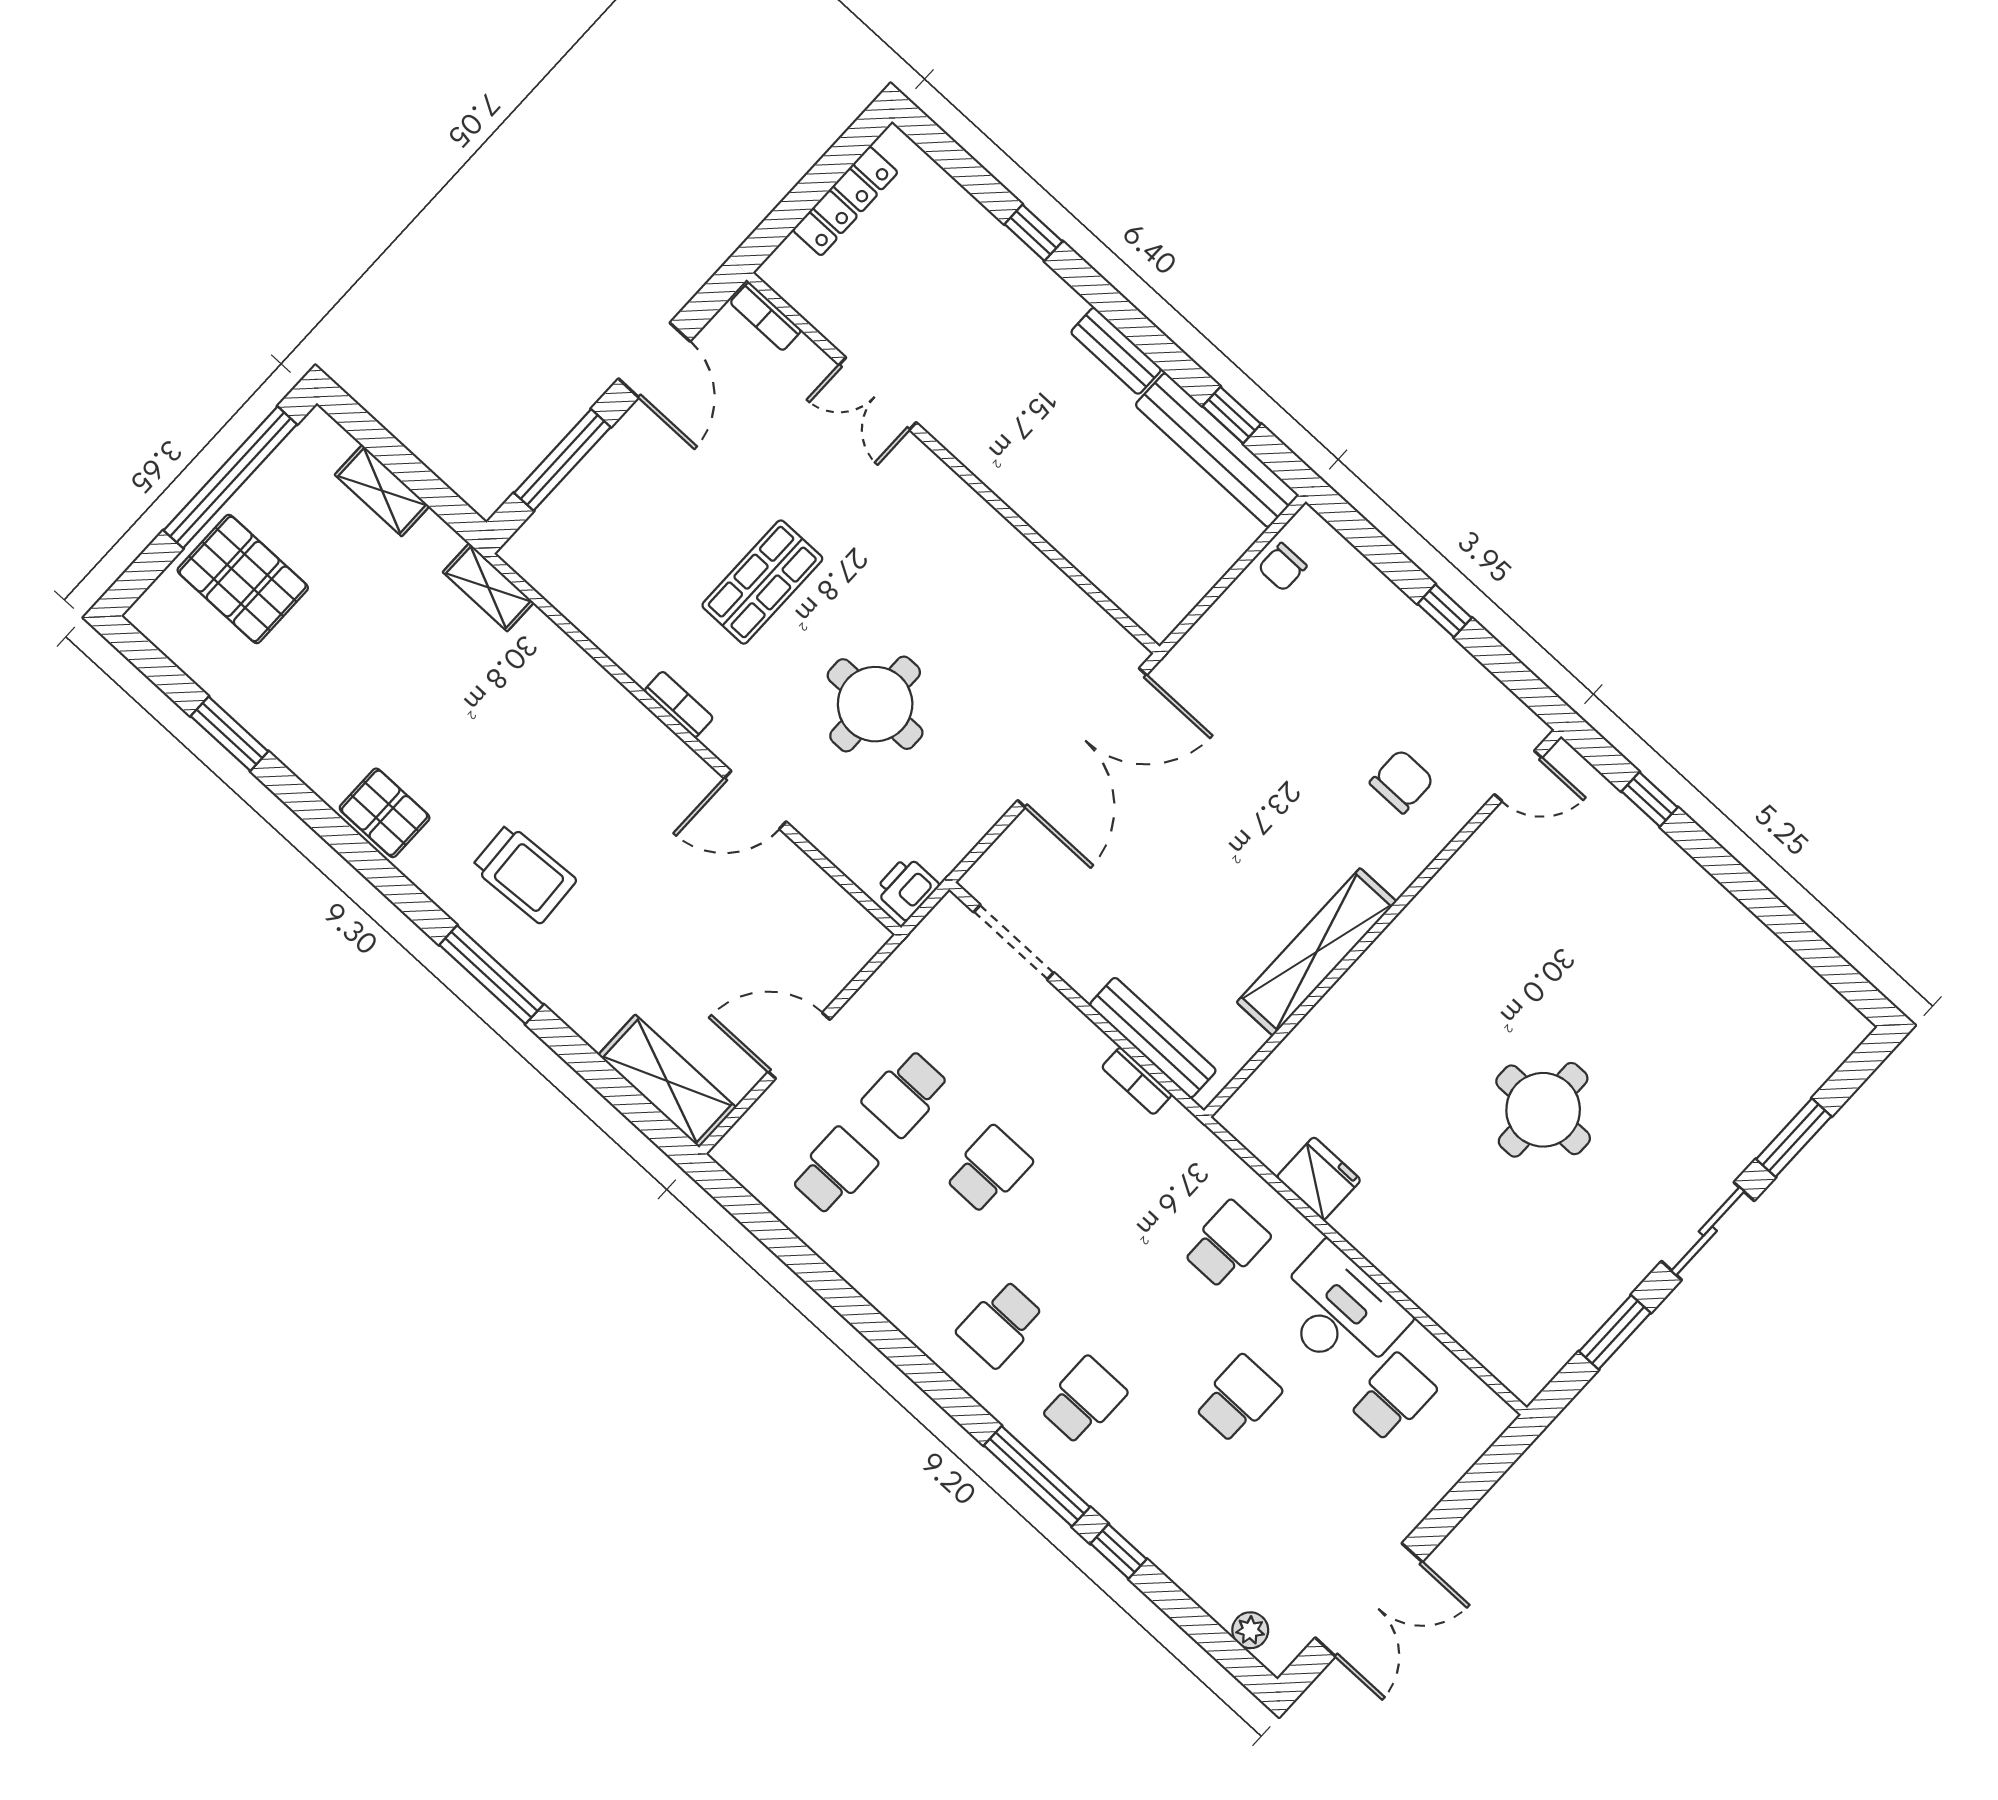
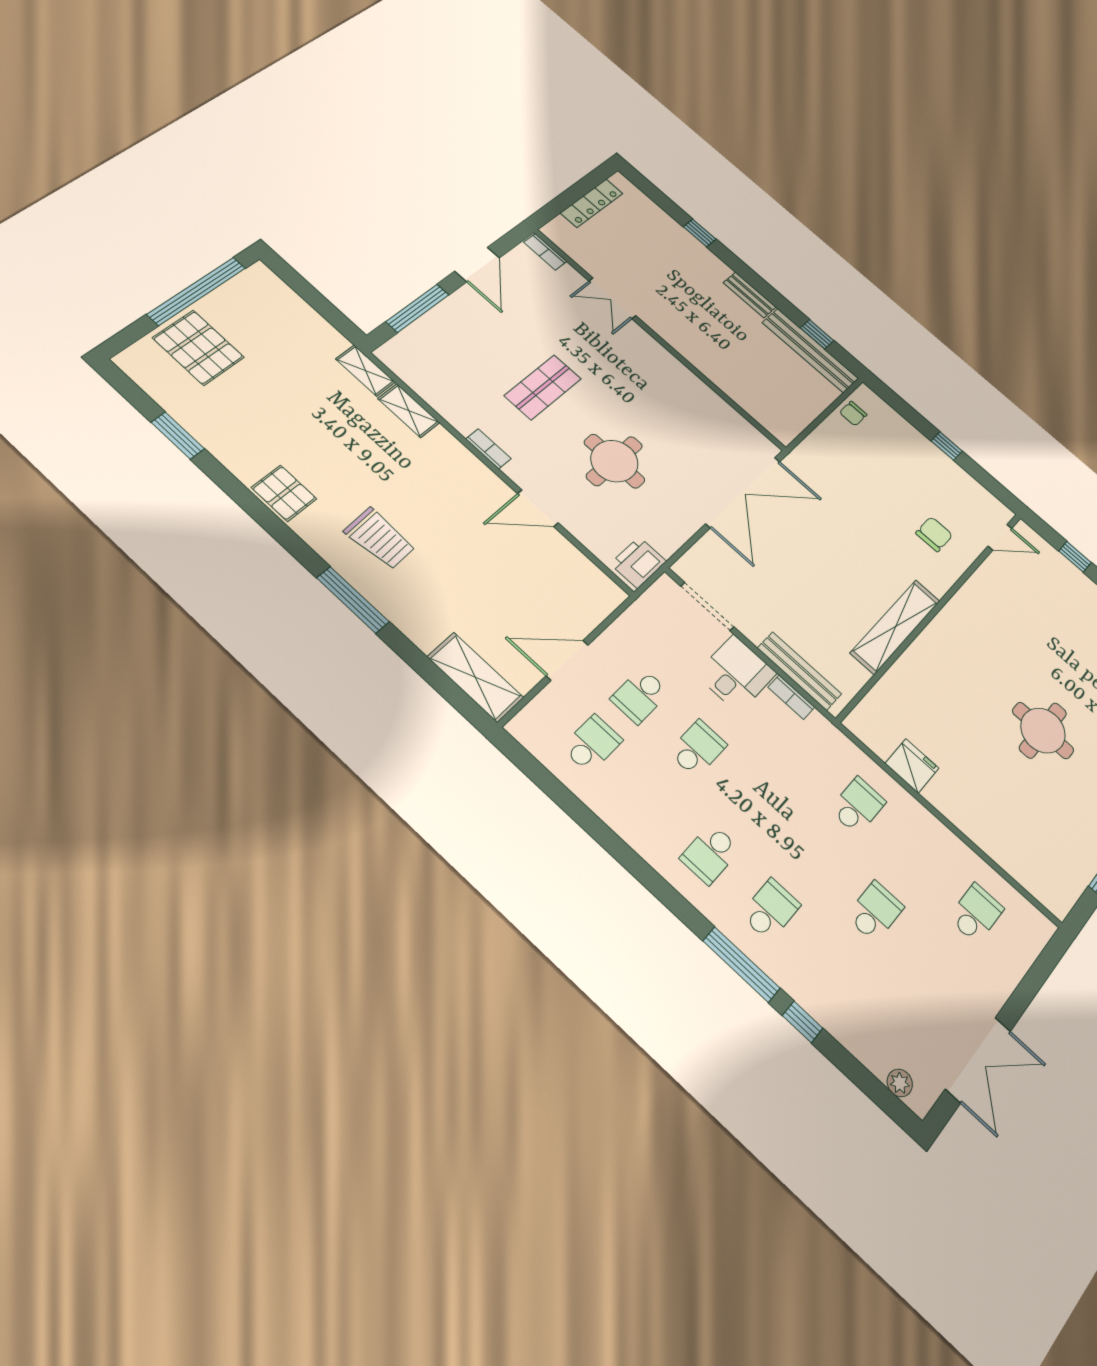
shelving: (382, 491) -> (409, 411), moved
printer: (907, 888) -> (638, 562), width x1.36, depth x1.24
desk: (1339, 1312) -> (736, 674), moved, width x0.73

